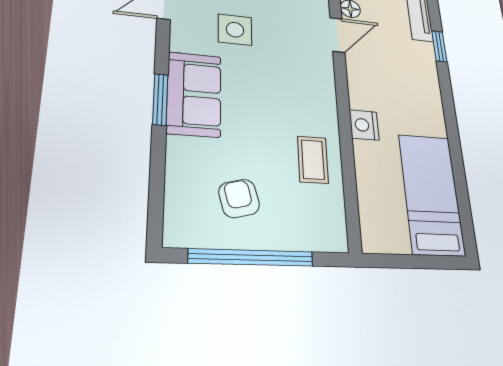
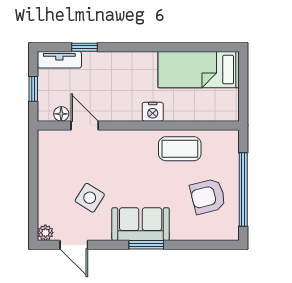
side table: (235, 30) -> (90, 198), turned 32
coffee table: (313, 160) -> (180, 149), width x1.36, depth x1.30
armchair: (239, 198) -> (208, 196), width x1.38, depth x1.38

